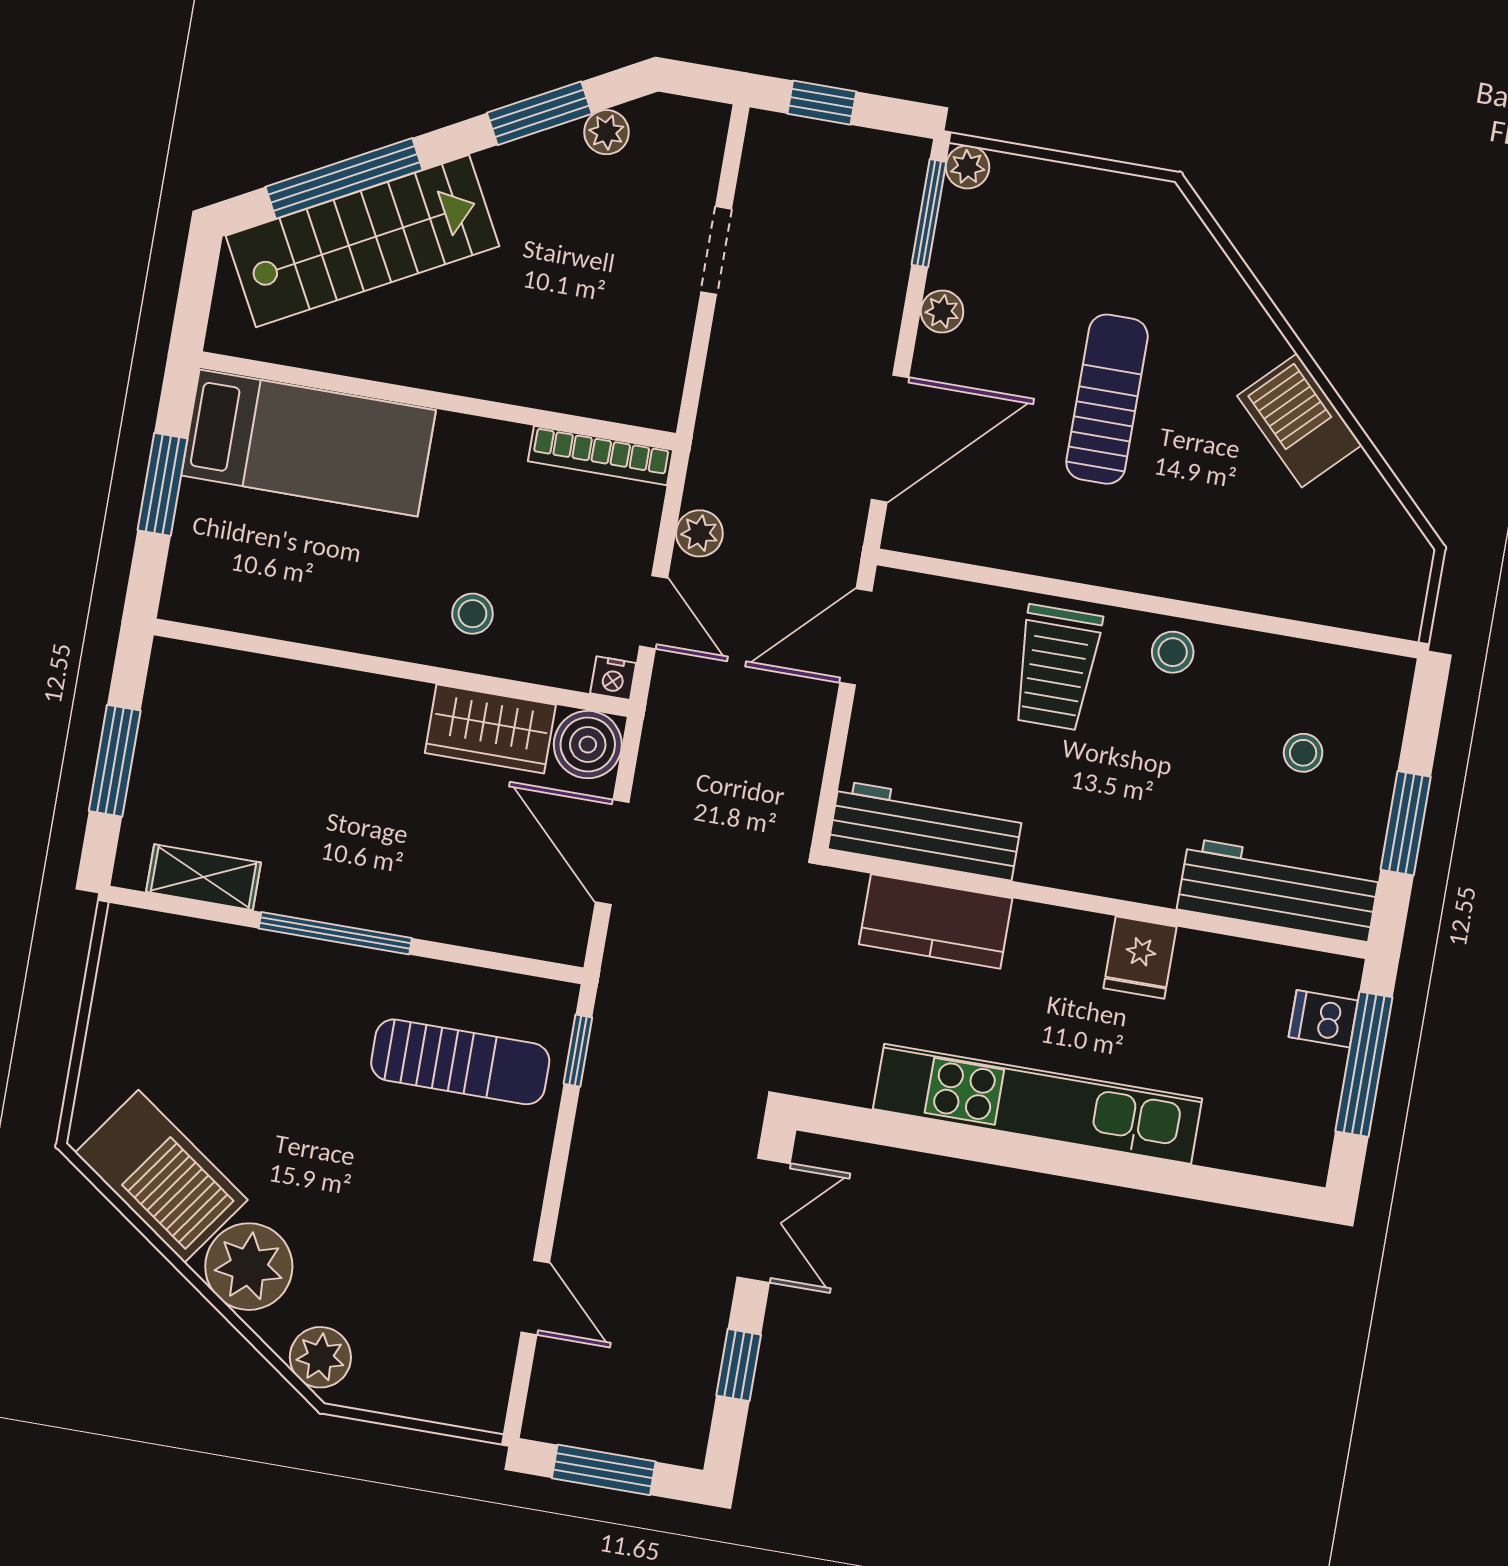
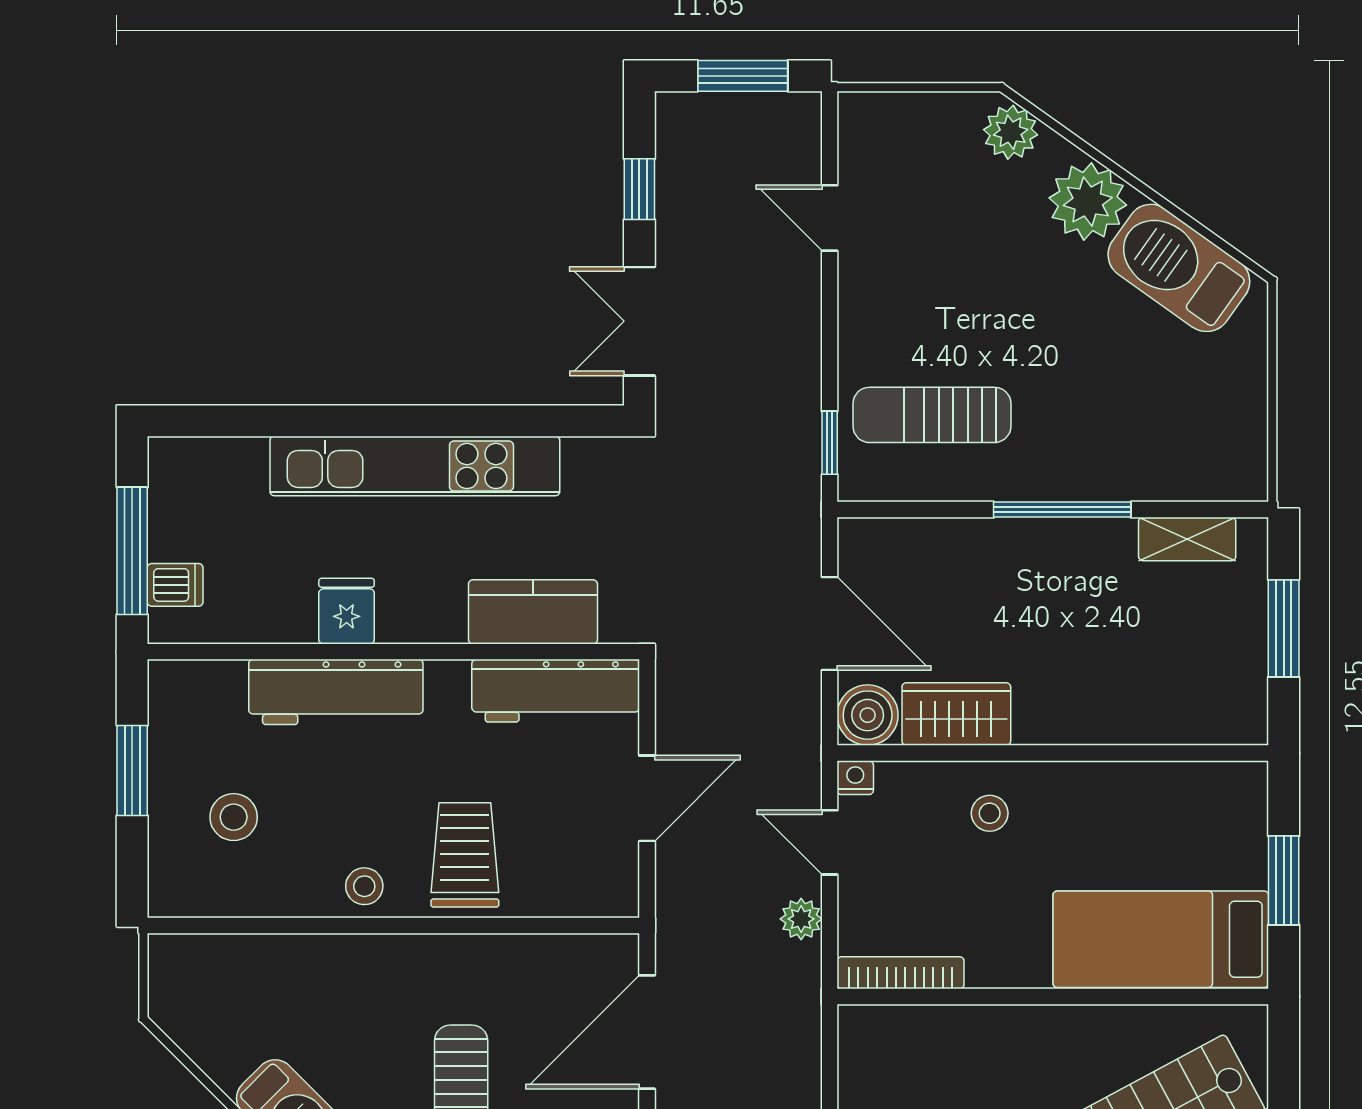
door: (856, 637) -> (647, 798), moved
stool: (1303, 753) -> (234, 817), width x1.37, depth x1.37
workbench: (1278, 890) -> (336, 692), moved

